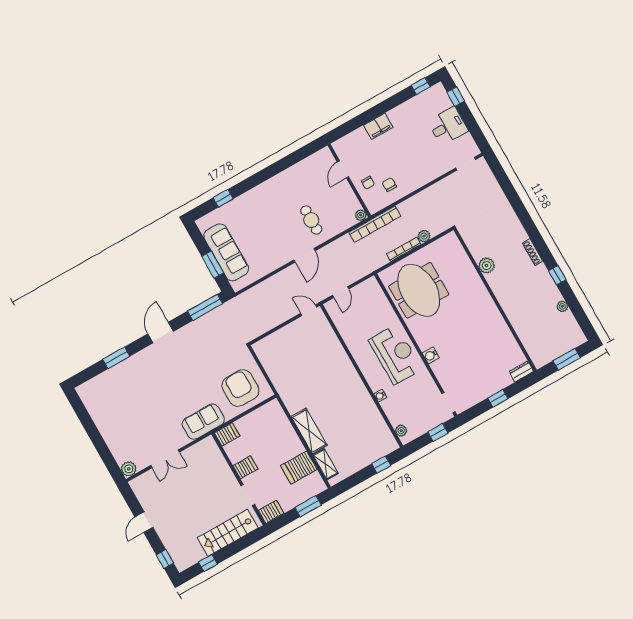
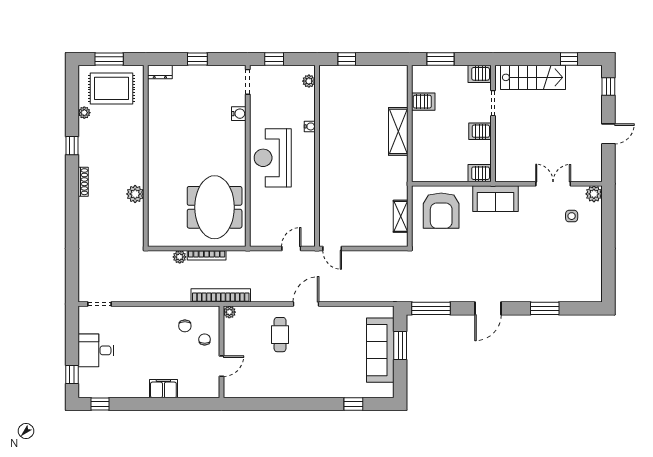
rug: (552, 337) -> (112, 88), added
water cooler: (431, 355) -> (239, 114), moved
side table: (136, 442) -> (572, 216), added
shelving: (326, 464) -> (401, 216), moved
server rack: (299, 467) -> (423, 102), width x0.73, depth x0.70

